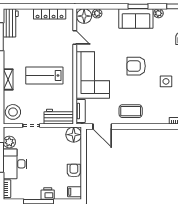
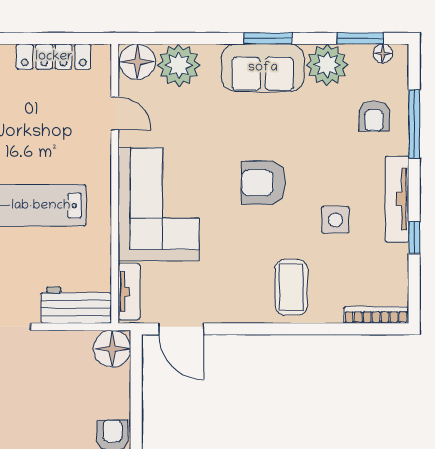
plant: (97, 13) -> (179, 65), width x1.87, depth x1.87
plant: (158, 13) -> (327, 65), width x1.87, depth x1.87
coffee table: (131, 111) -> (291, 287), moved, turned 90

